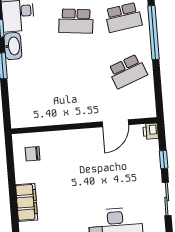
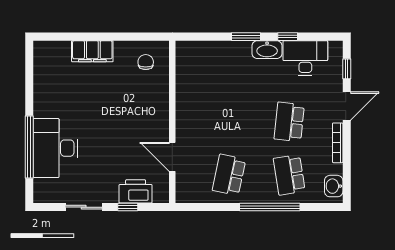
school desk: (128, 71) -> (229, 175), turned 33
printer: (151, 131) -> (136, 191), moved, width x1.87, depth x1.48

